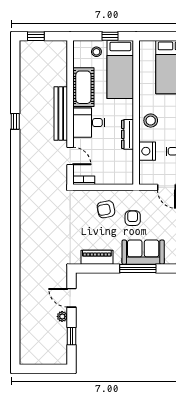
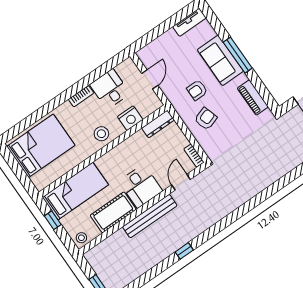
stool: (96, 52) -> (81, 238), moved
dresser: (128, 134) -> (158, 124), moved
armchair: (106, 209) -> (206, 119), turned -97

